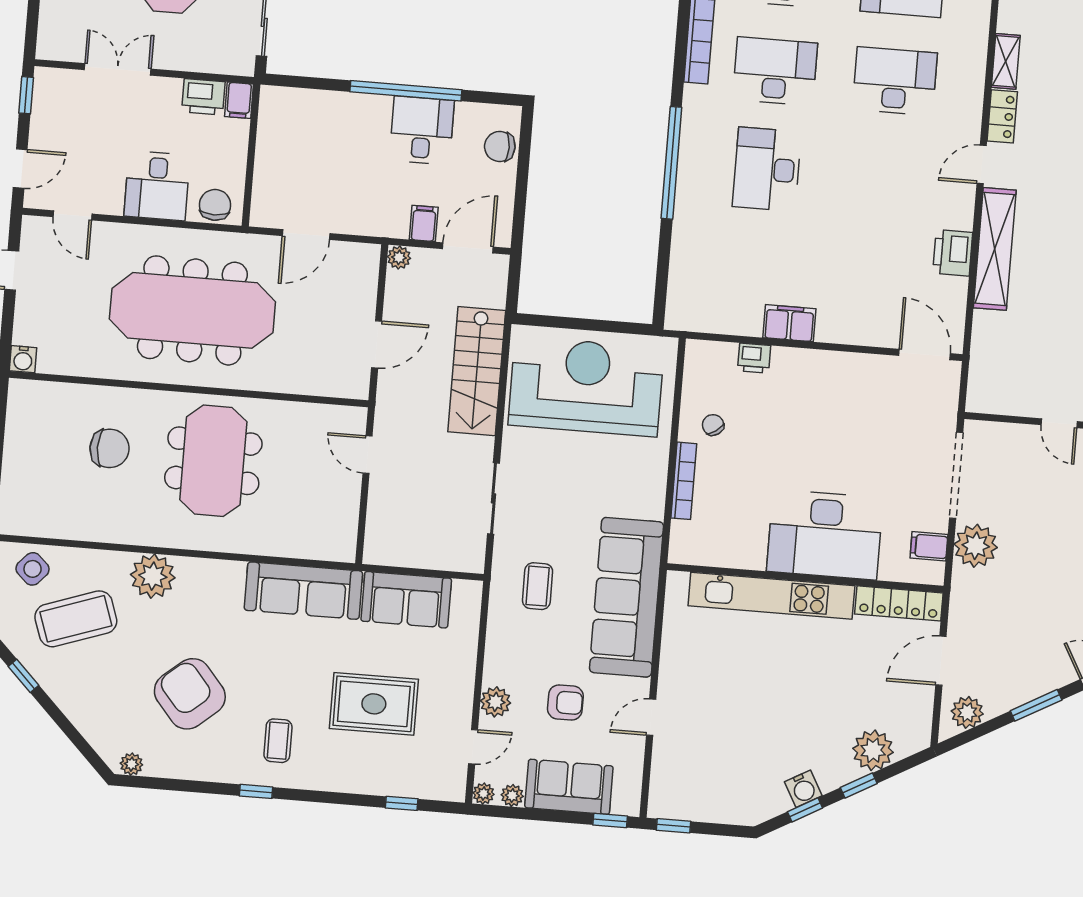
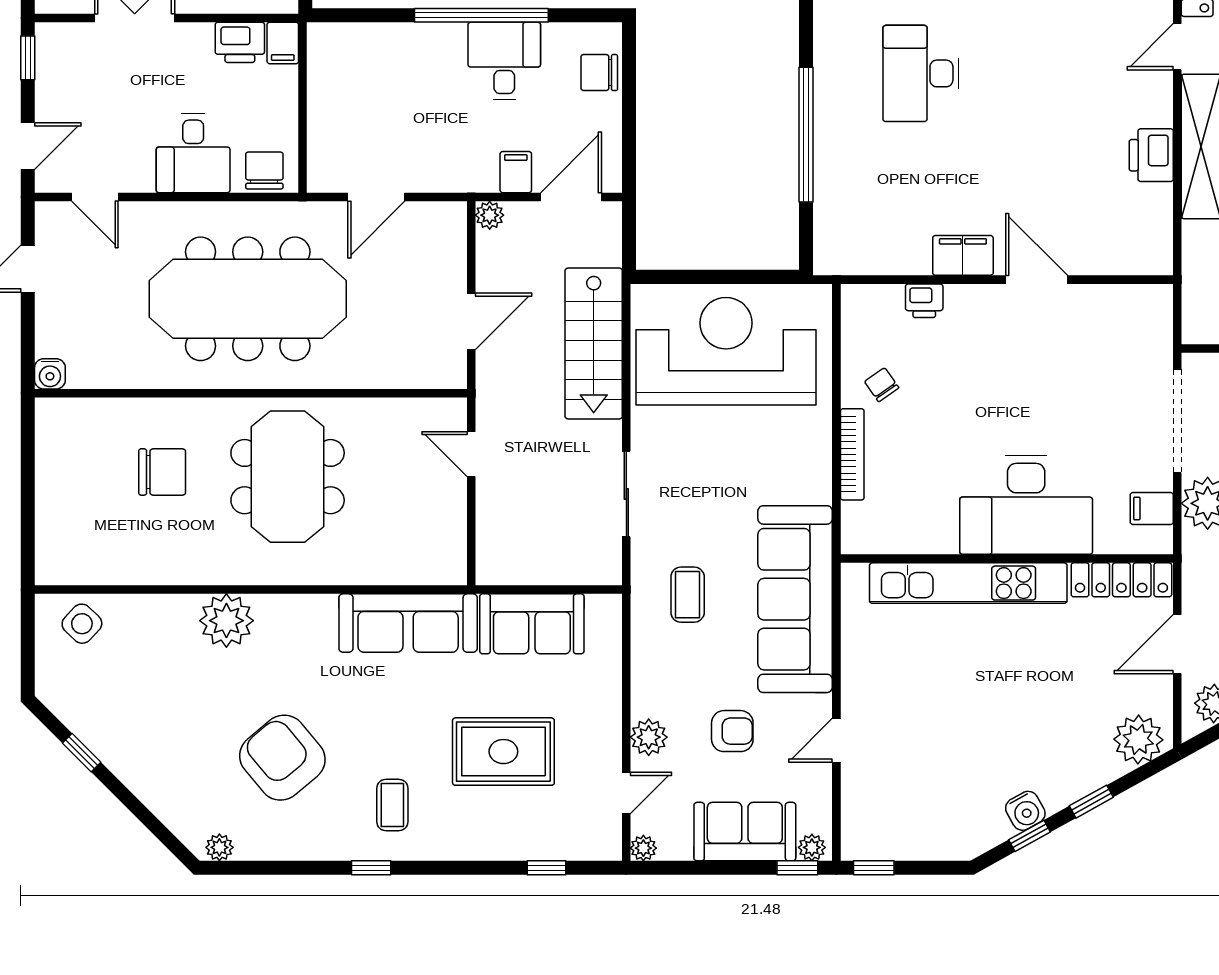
window: (671, 163) -> (806, 135), moved
door: (925, 355) -> (1037, 280), moved
coffee table: (76, 619) -> (139, 679), removed
plant: (873, 750) -> (1138, 740), moved
plant: (512, 795) -> (812, 847), moved

